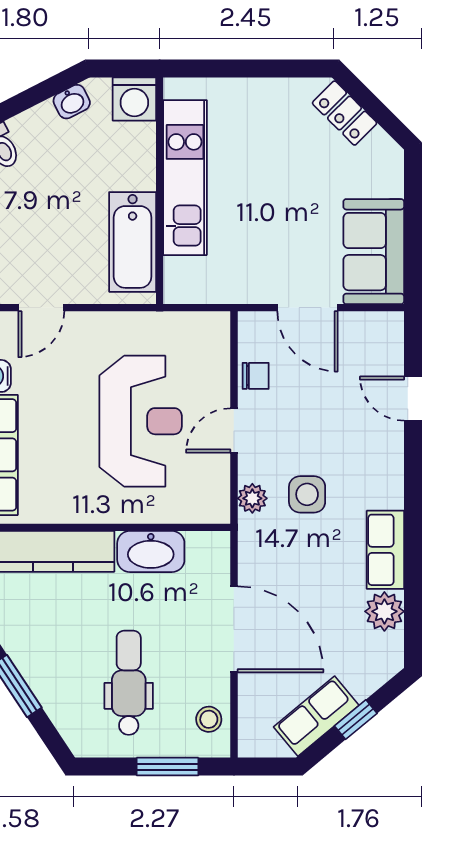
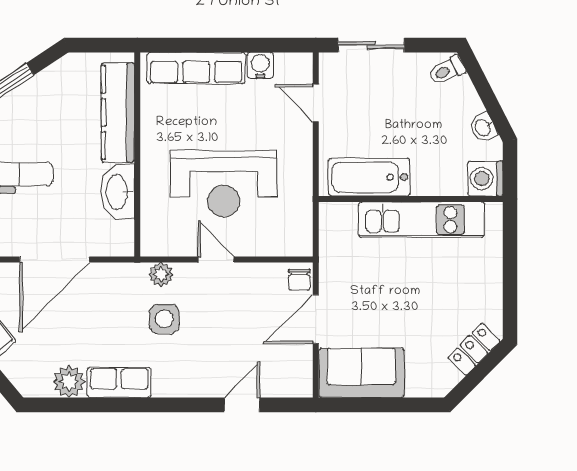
chair: (256, 376) -> (299, 280), moved

